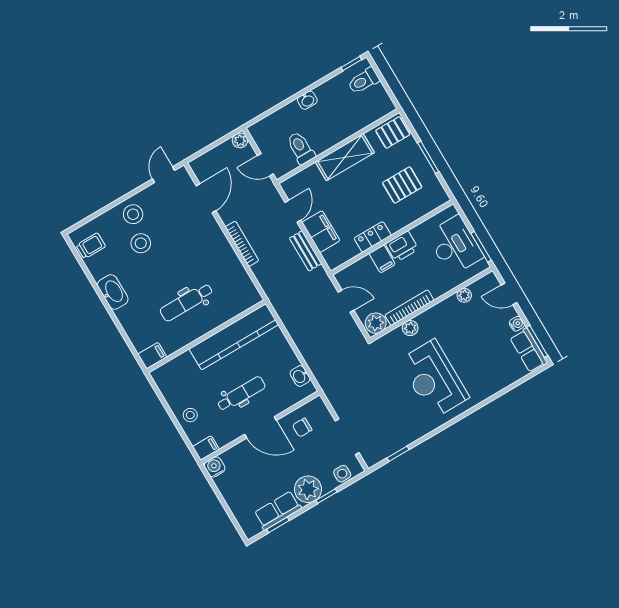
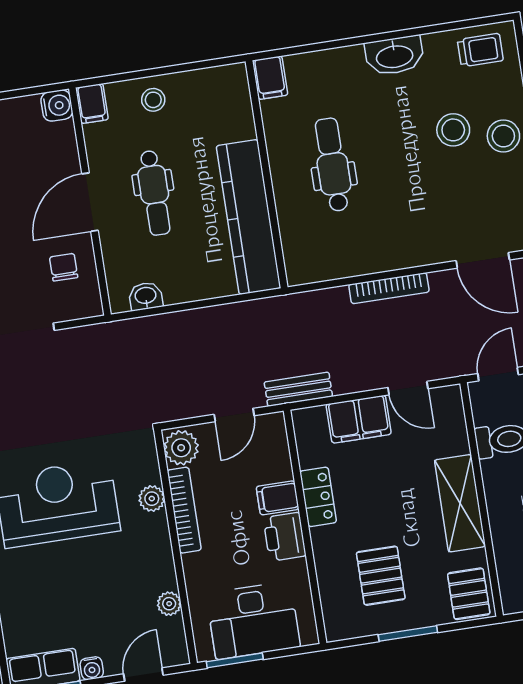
trolley: (91, 246) -> (480, 50), turned -90
bench: (306, 251) -> (298, 389), moved

